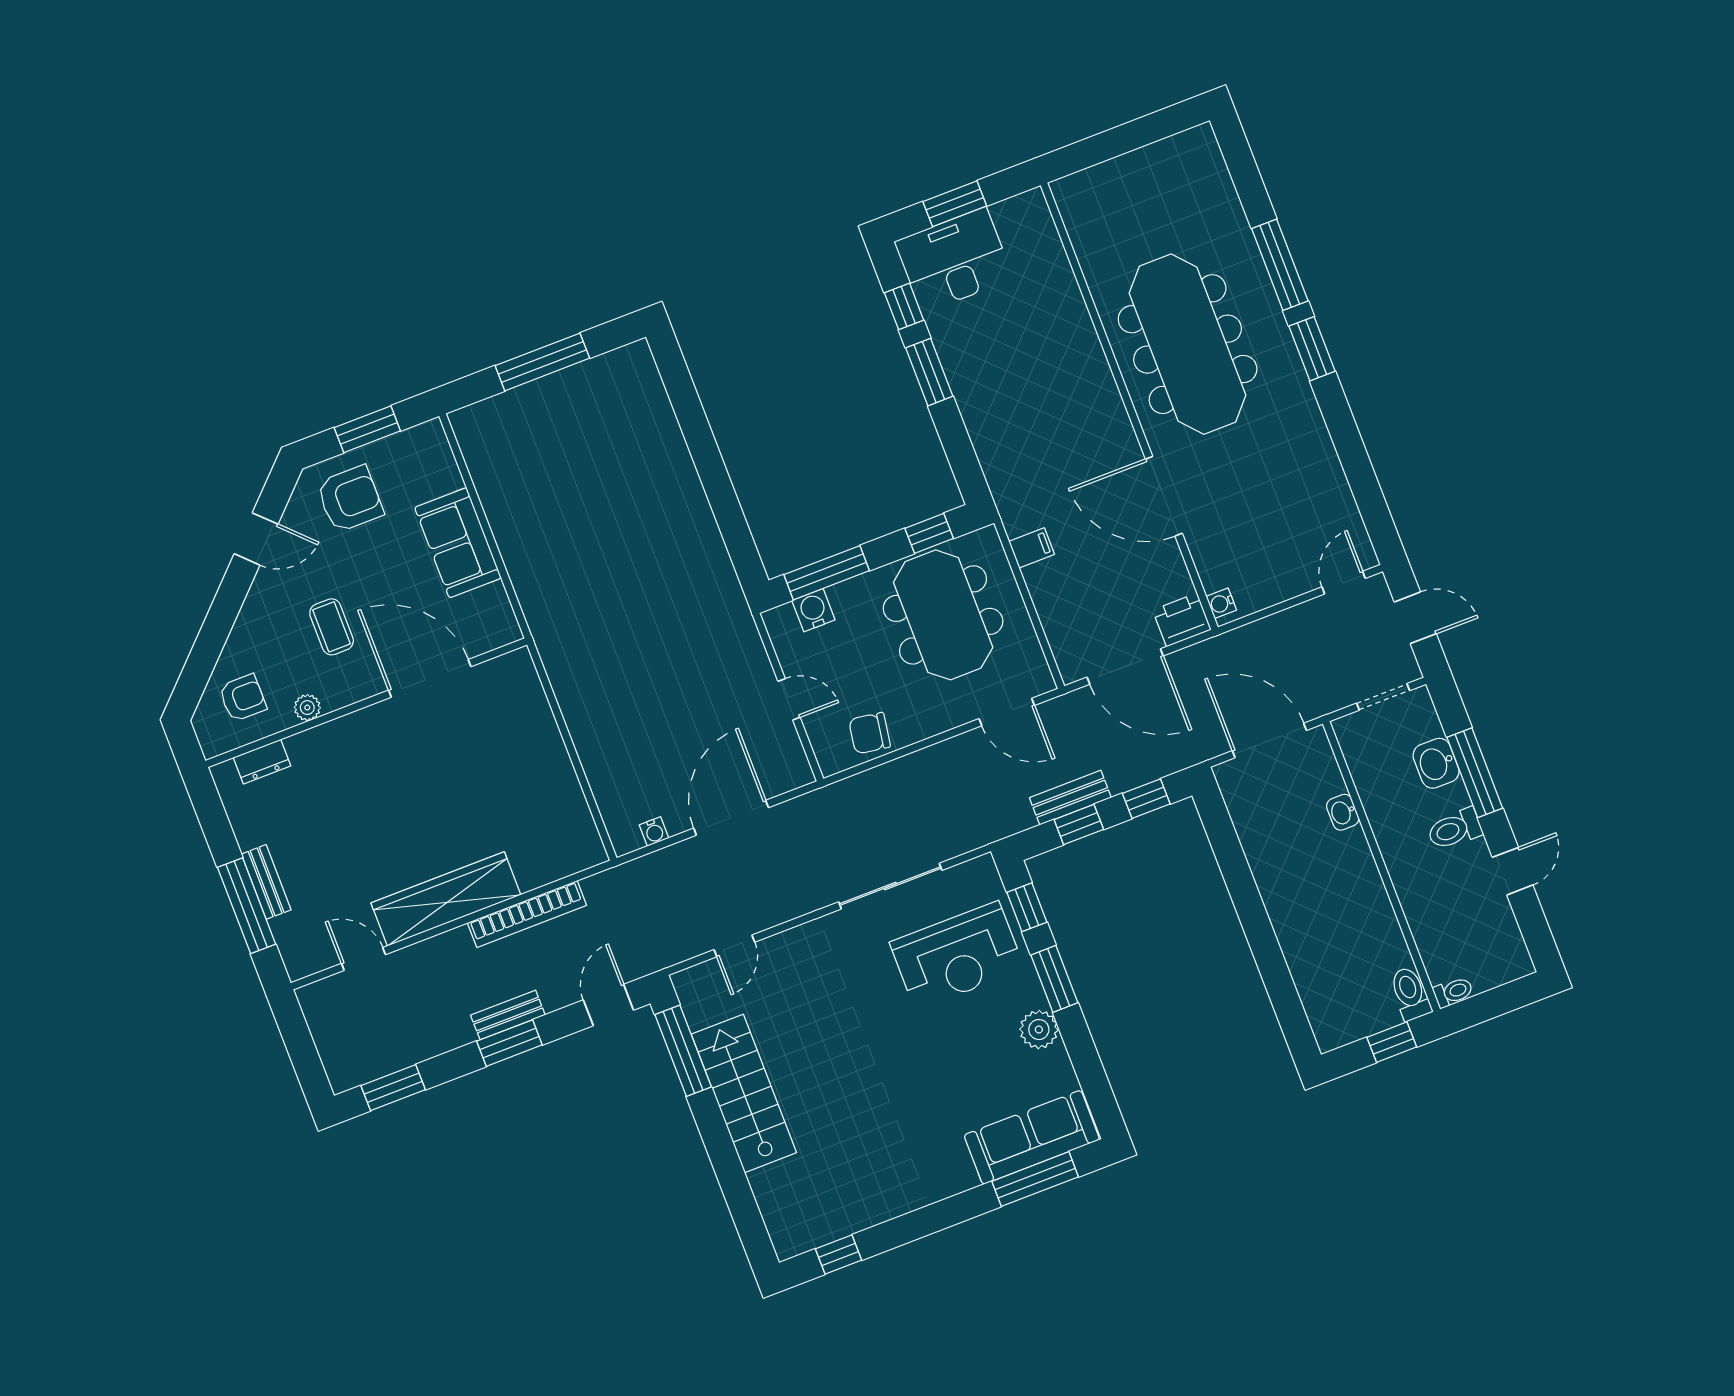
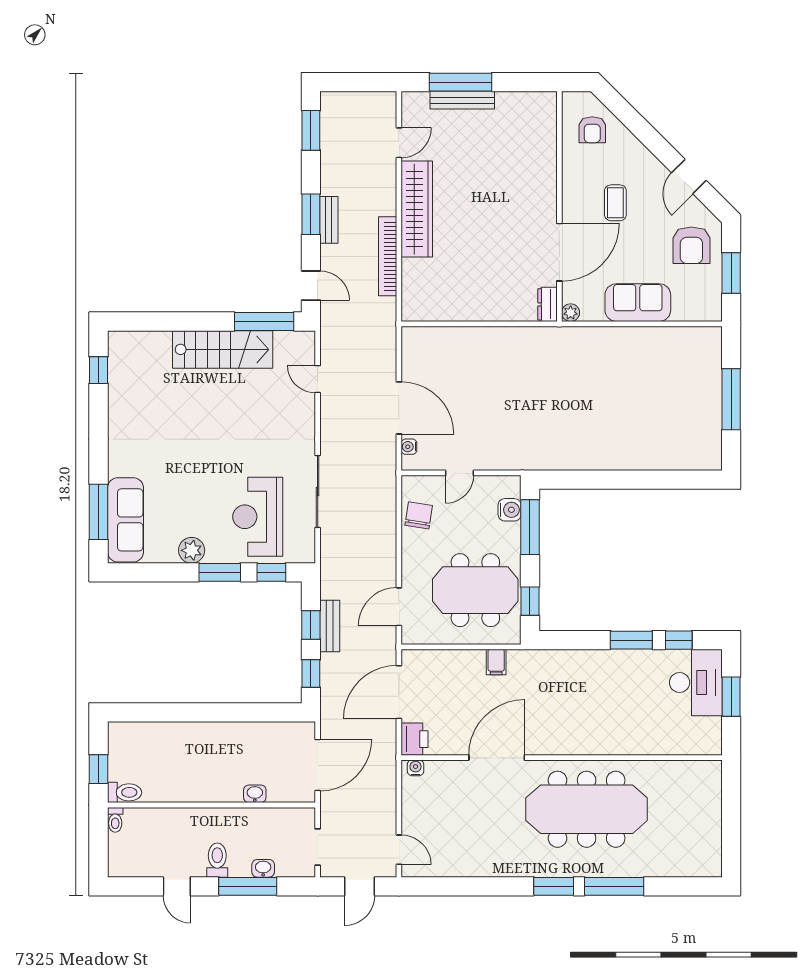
coffee table: (332, 627) -> (615, 203), turned 90
plant: (307, 708) -> (571, 313), moved
dresser: (262, 762) -> (547, 304), moved
washbasin: (1436, 763) -> (263, 868), width x0.72, depth x0.69
water cooler: (654, 831) -> (409, 447), moved
bench: (266, 882) -> (462, 100), width x1.36

